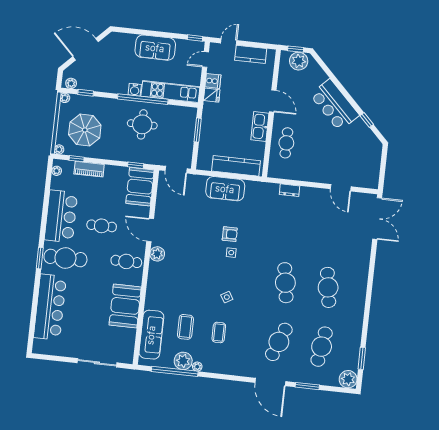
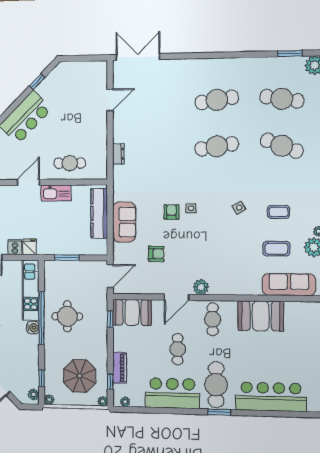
armchair: (192, 216) -> (156, 254), added

